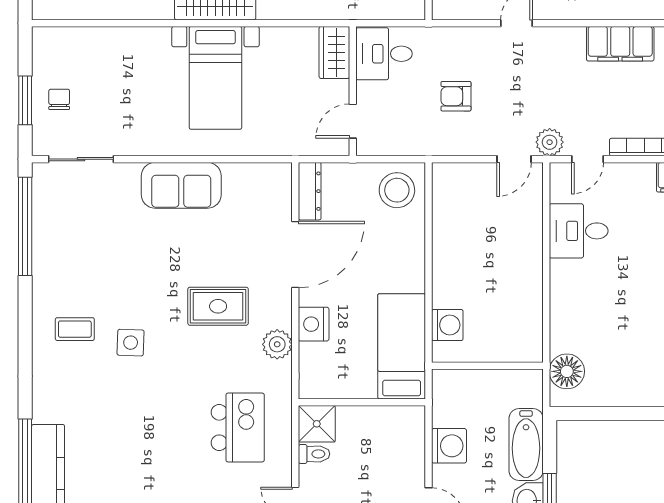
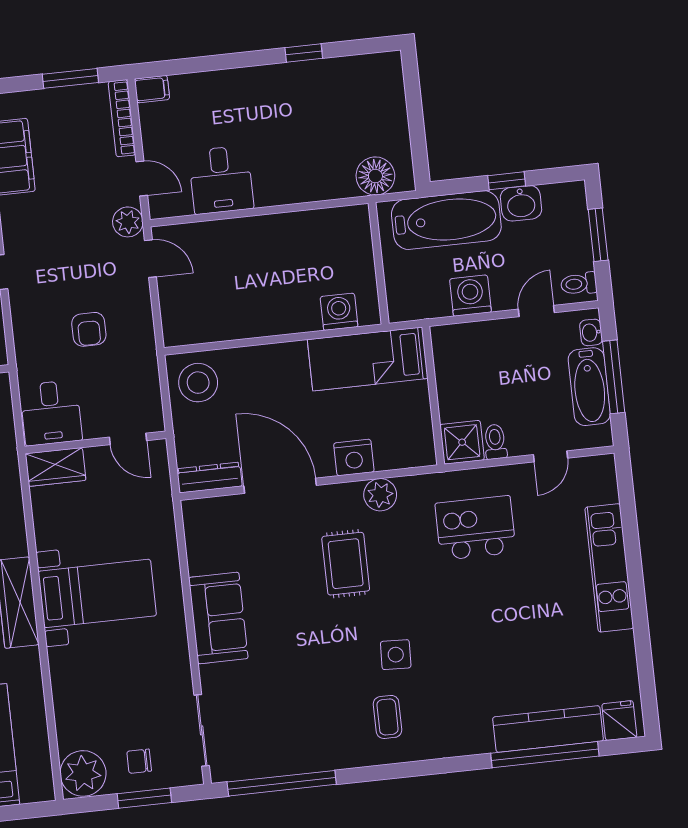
plant: (54, 47) -> (83, 773), added
bathtub: (526, 445) -> (446, 220), width x1.36, depth x1.36

